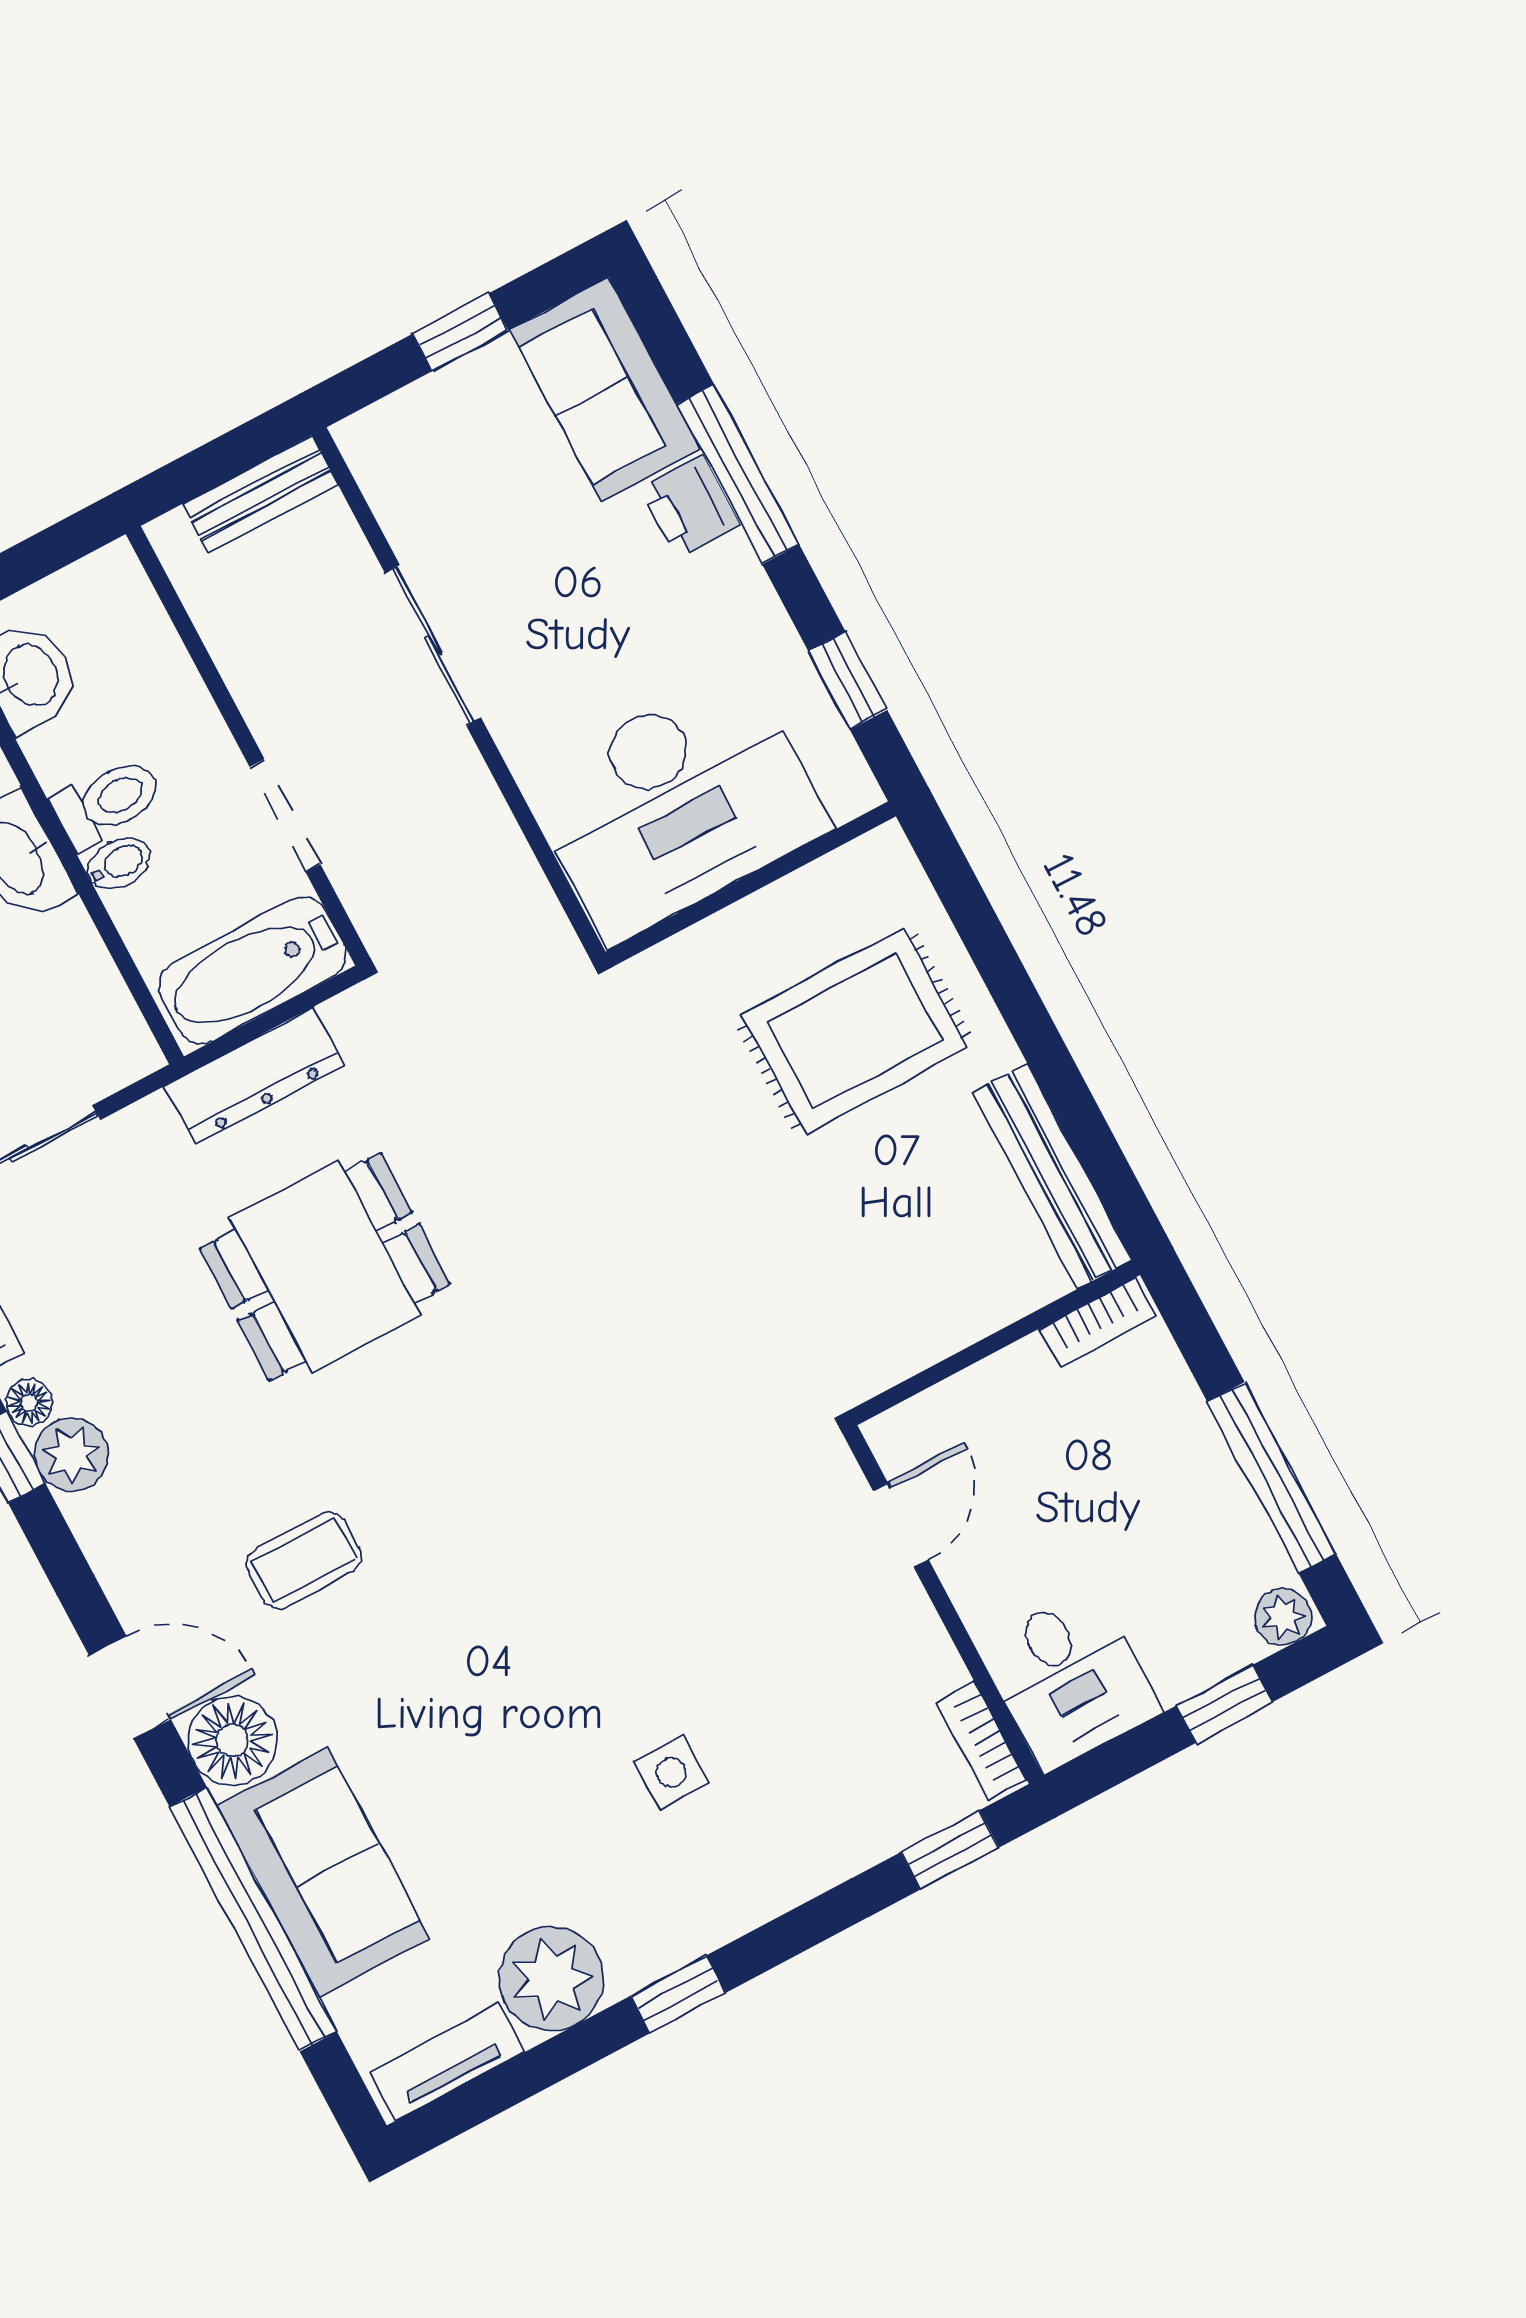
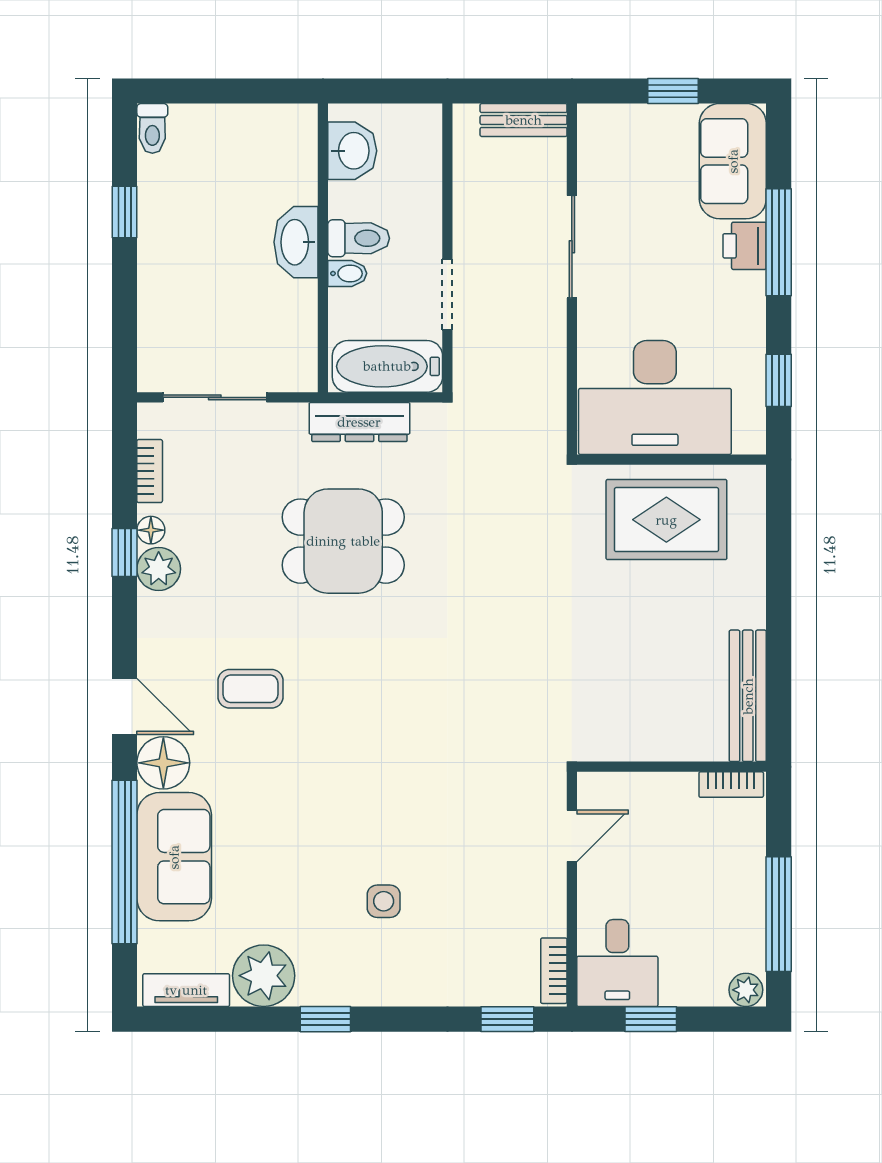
rug: (854, 1031) -> (666, 520), moved
window: (1224, 1704) -> (651, 1019), moved

